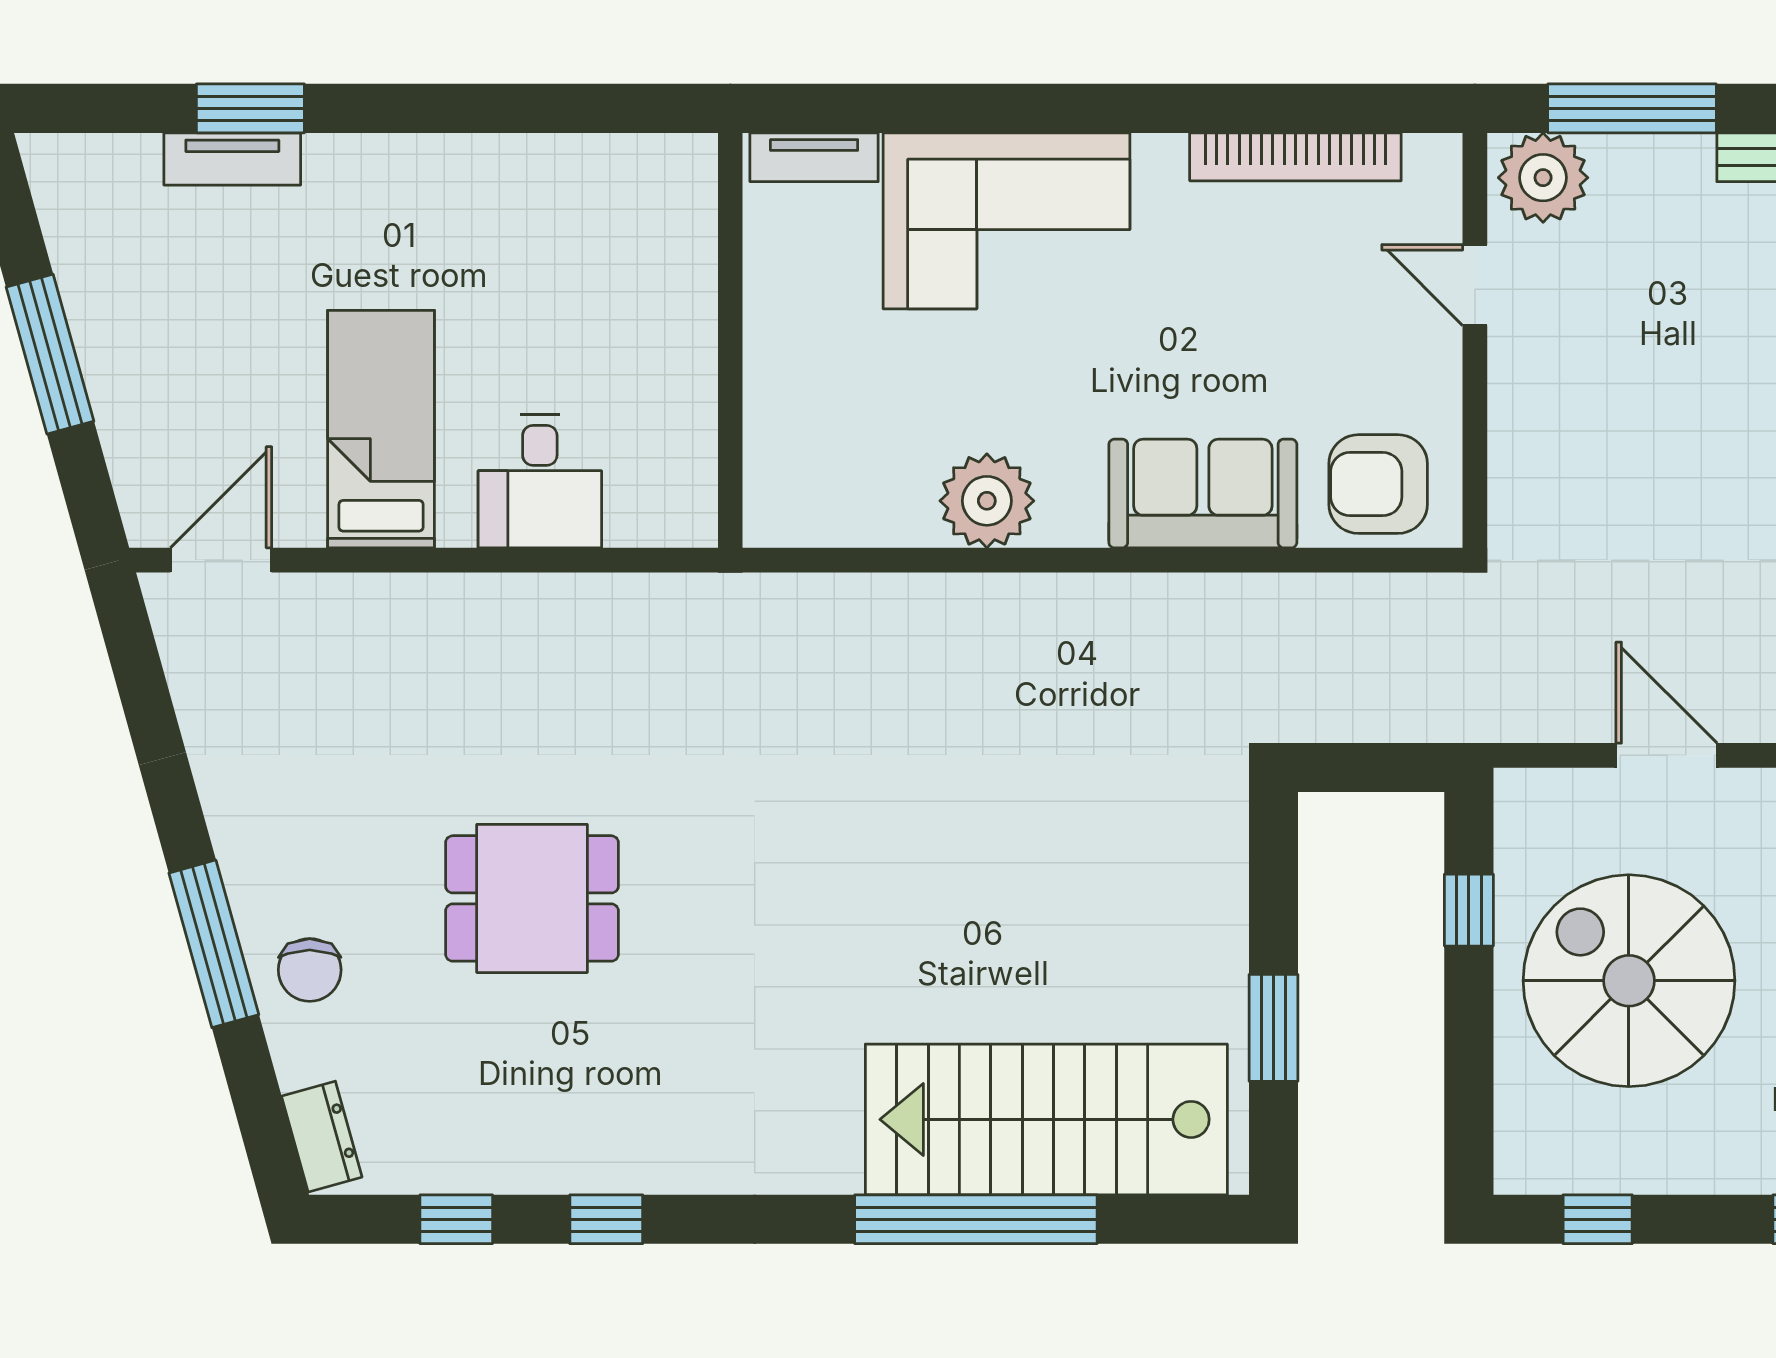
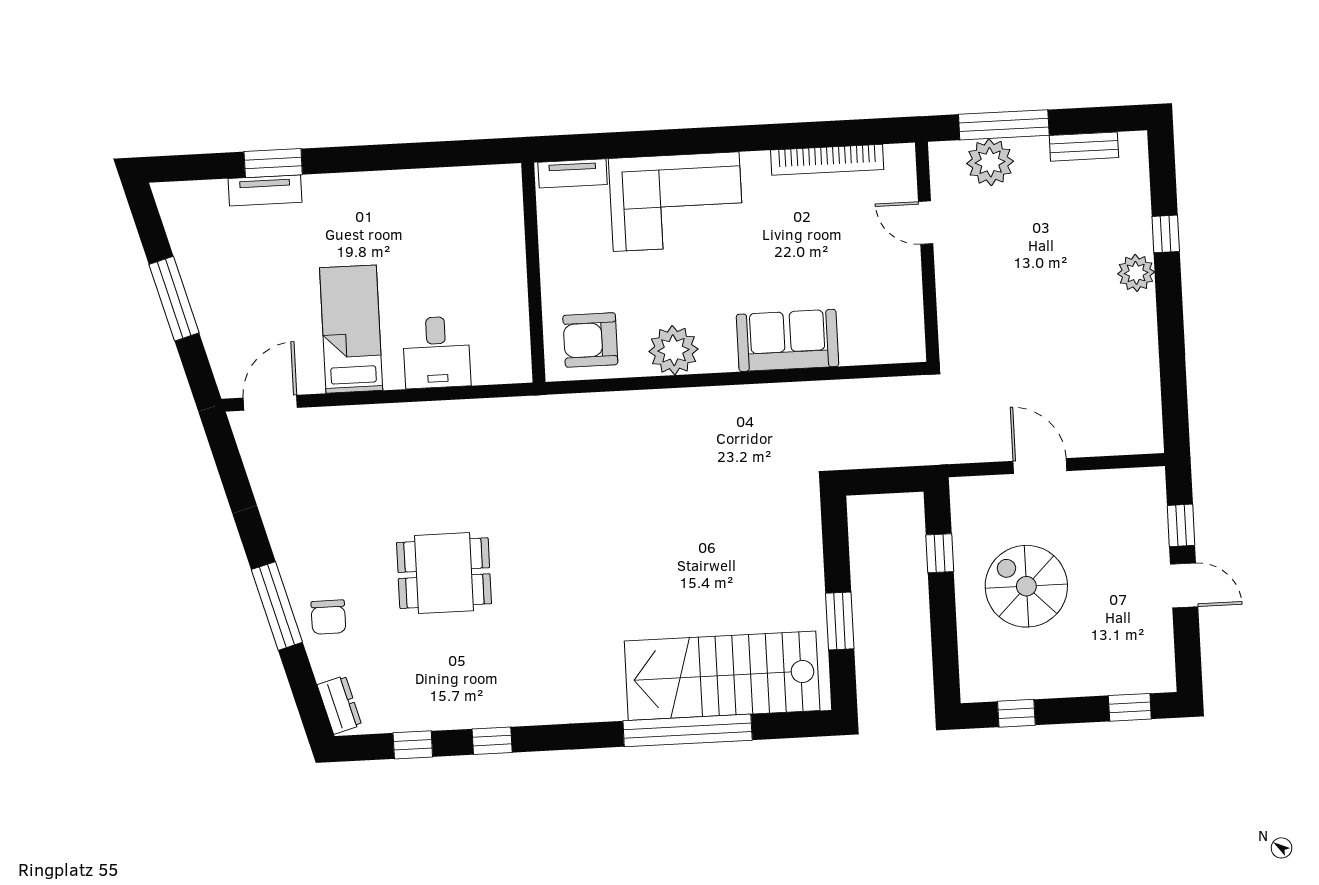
plant: (1543, 178) -> (990, 162), moved
armchair: (1378, 484) -> (590, 340), moved
spiral stairs: (1629, 981) -> (1026, 586), width x0.73, depth x0.73

